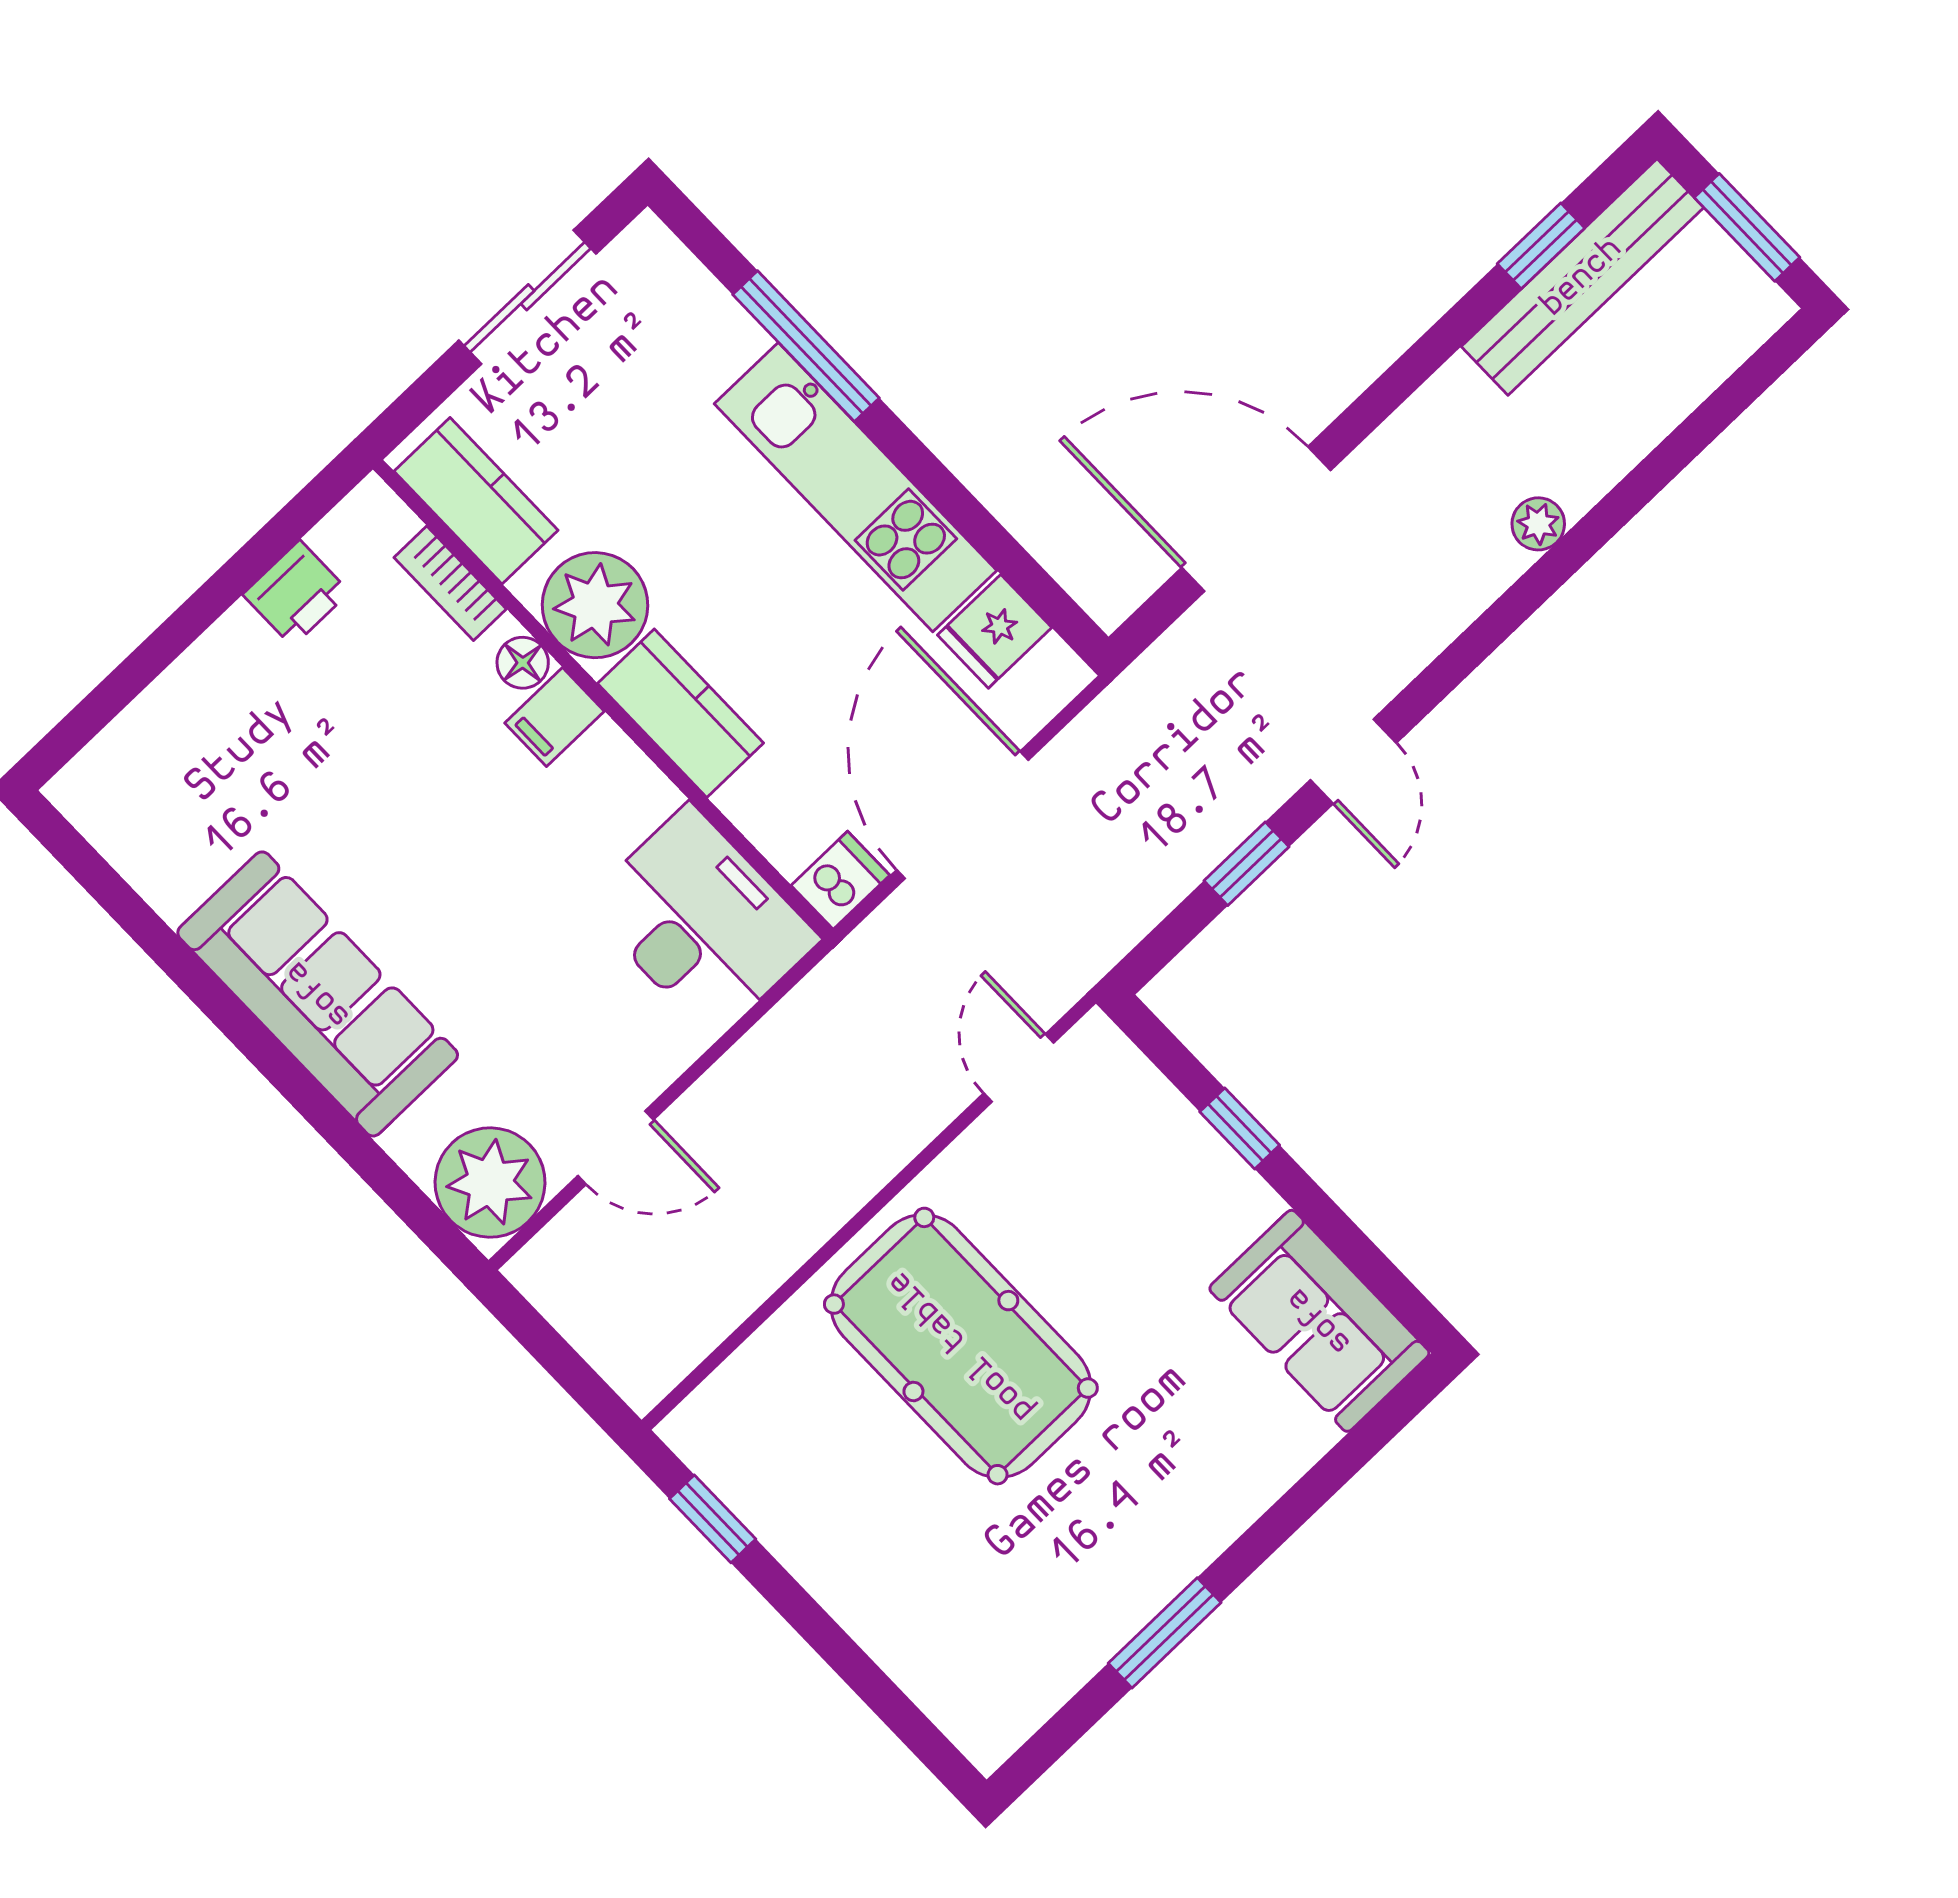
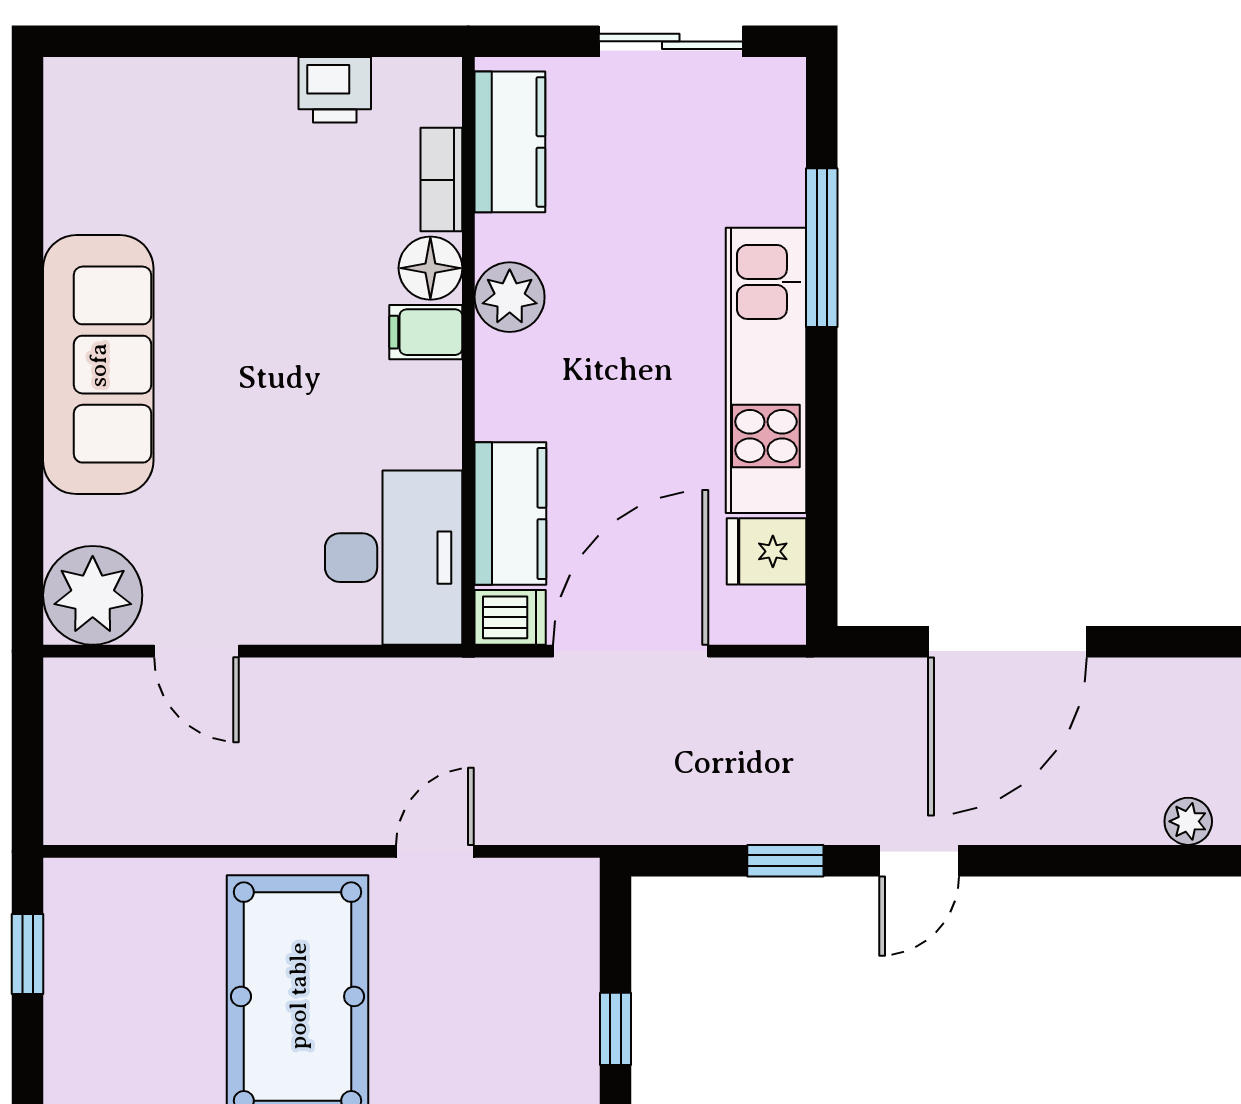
door: (1256, 519) -> (1007, 642), swing flipped
plant: (595, 605) -> (510, 297), width x0.73, depth x0.73
floor lamp: (523, 663) -> (430, 268), width x1.37, depth x1.37
kitchen counter: (680, 713) -> (510, 513), moved
door: (1019, 1068) -> (435, 851), moved

